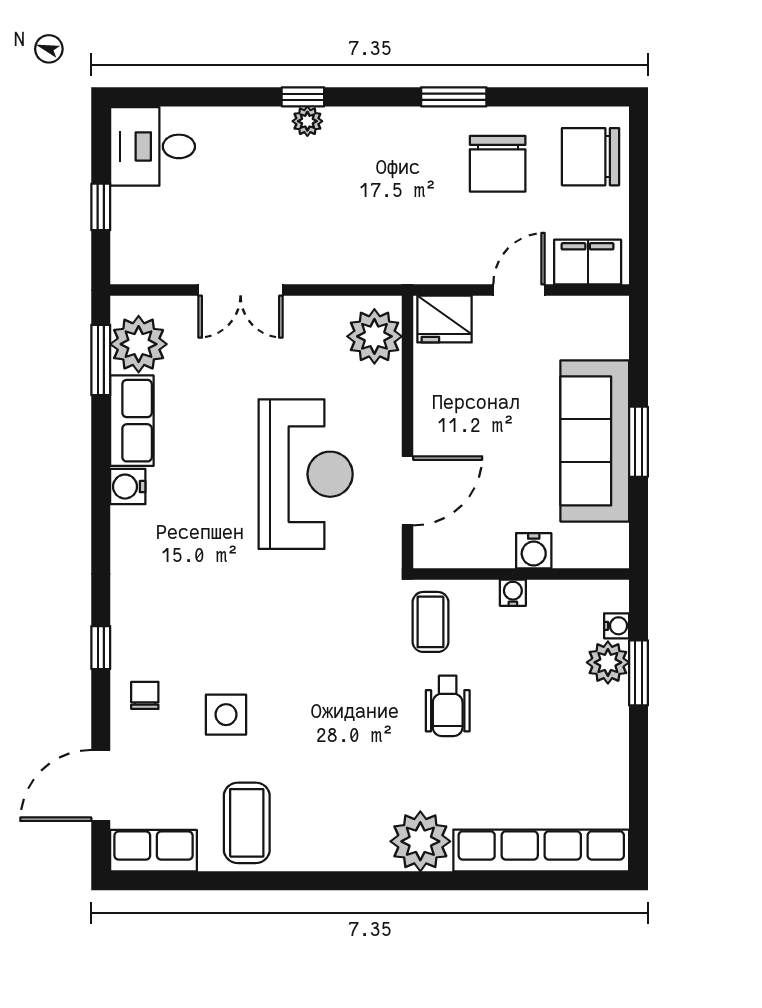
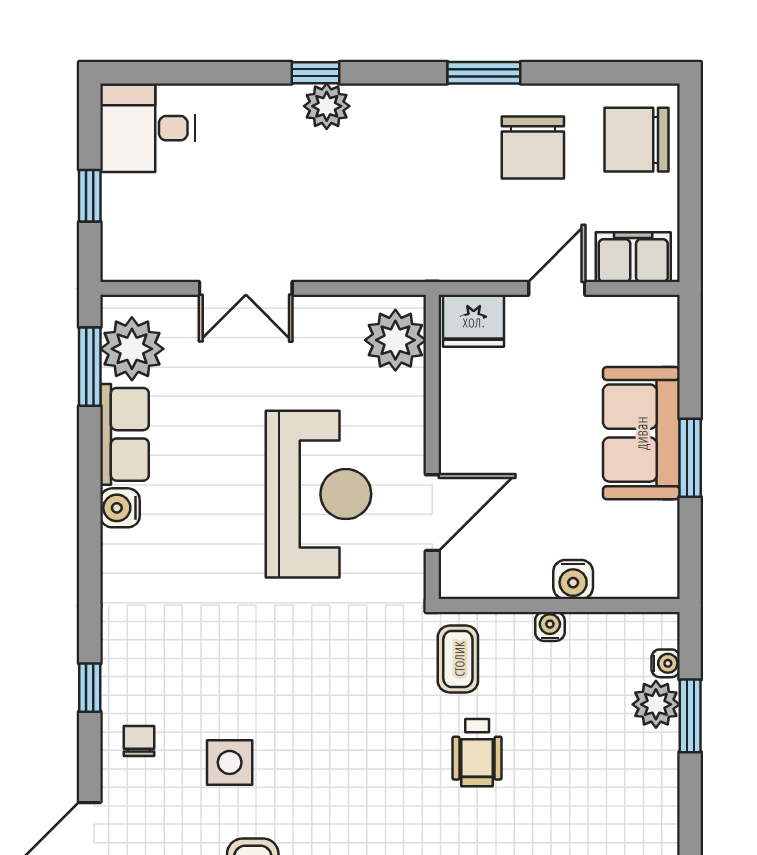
plant: (307, 121) -> (327, 106), width x1.38, depth x1.38
sofa: (595, 441) -> (641, 433), width x0.73

